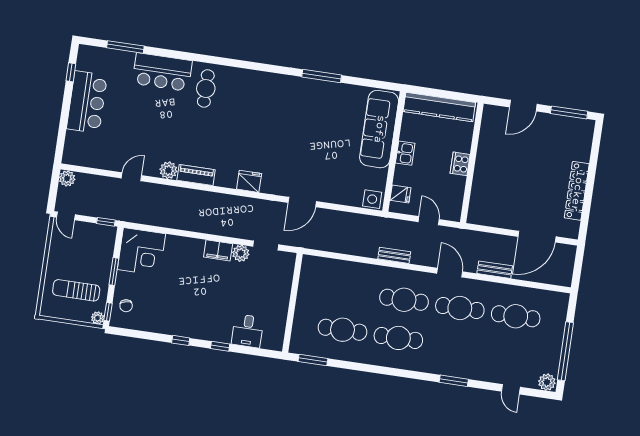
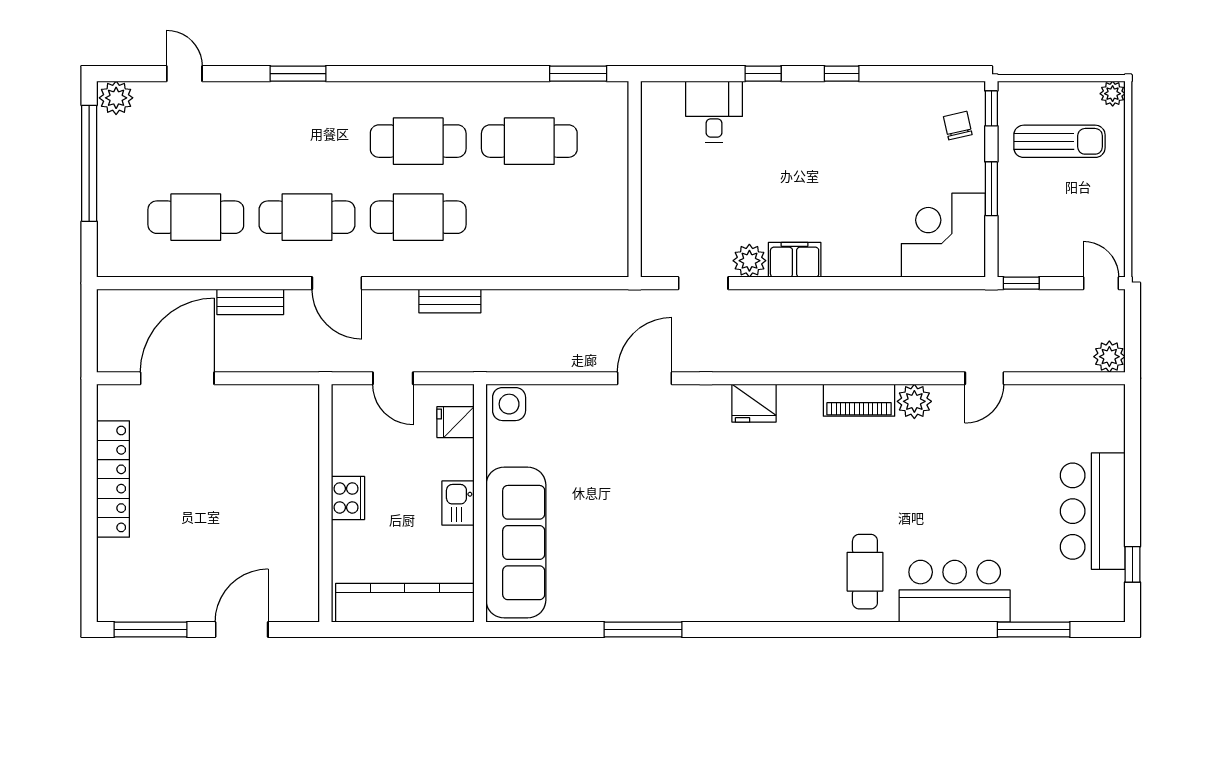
plant: (98, 318) -> (1113, 94), moved

